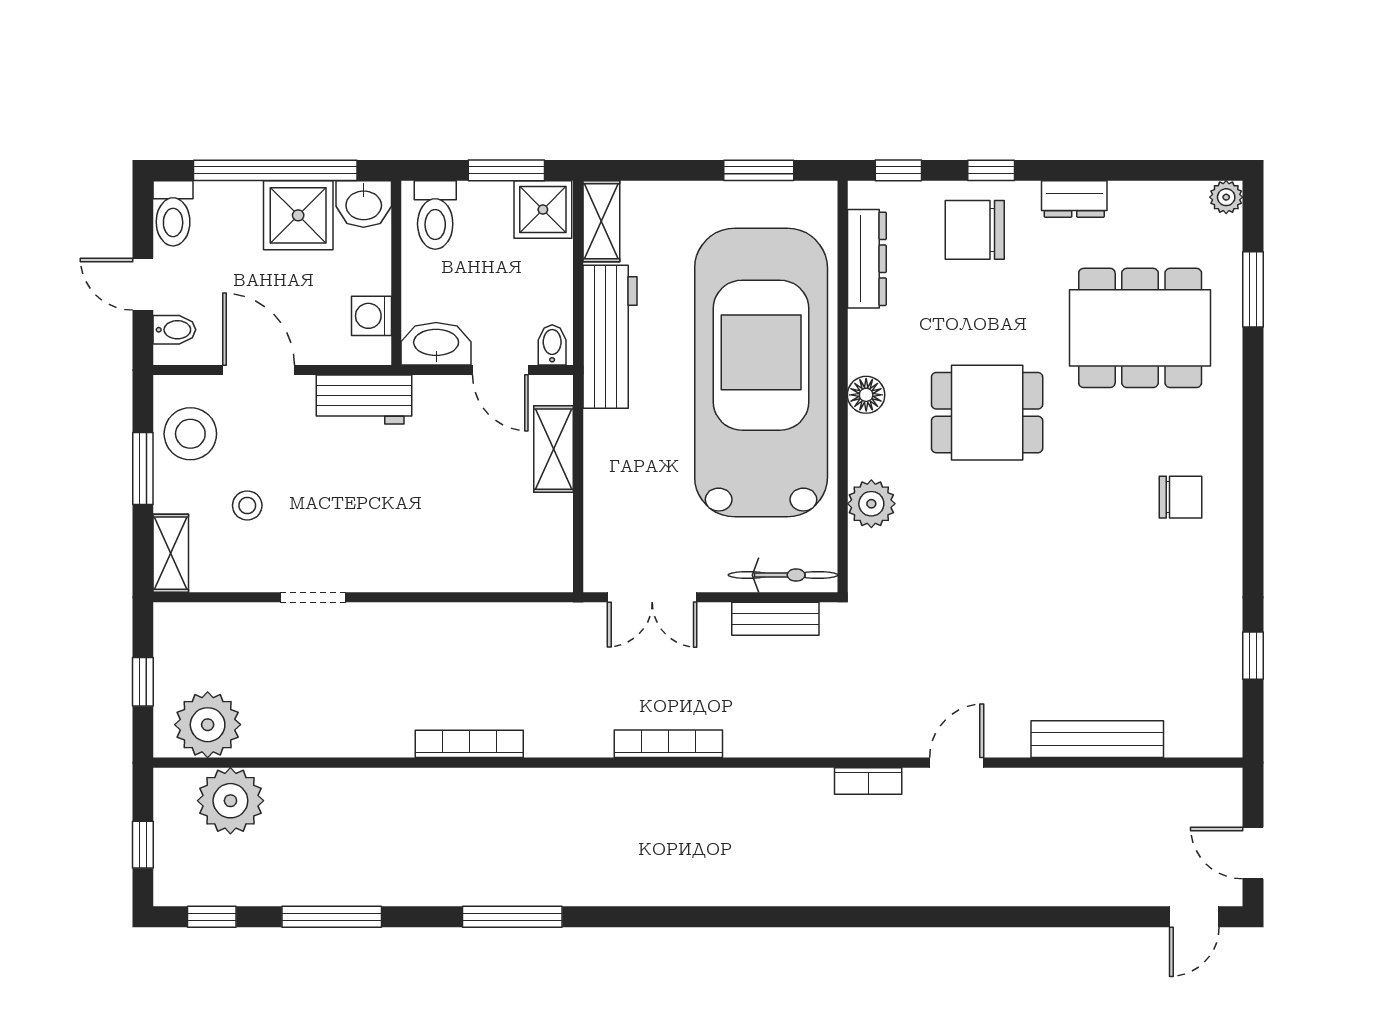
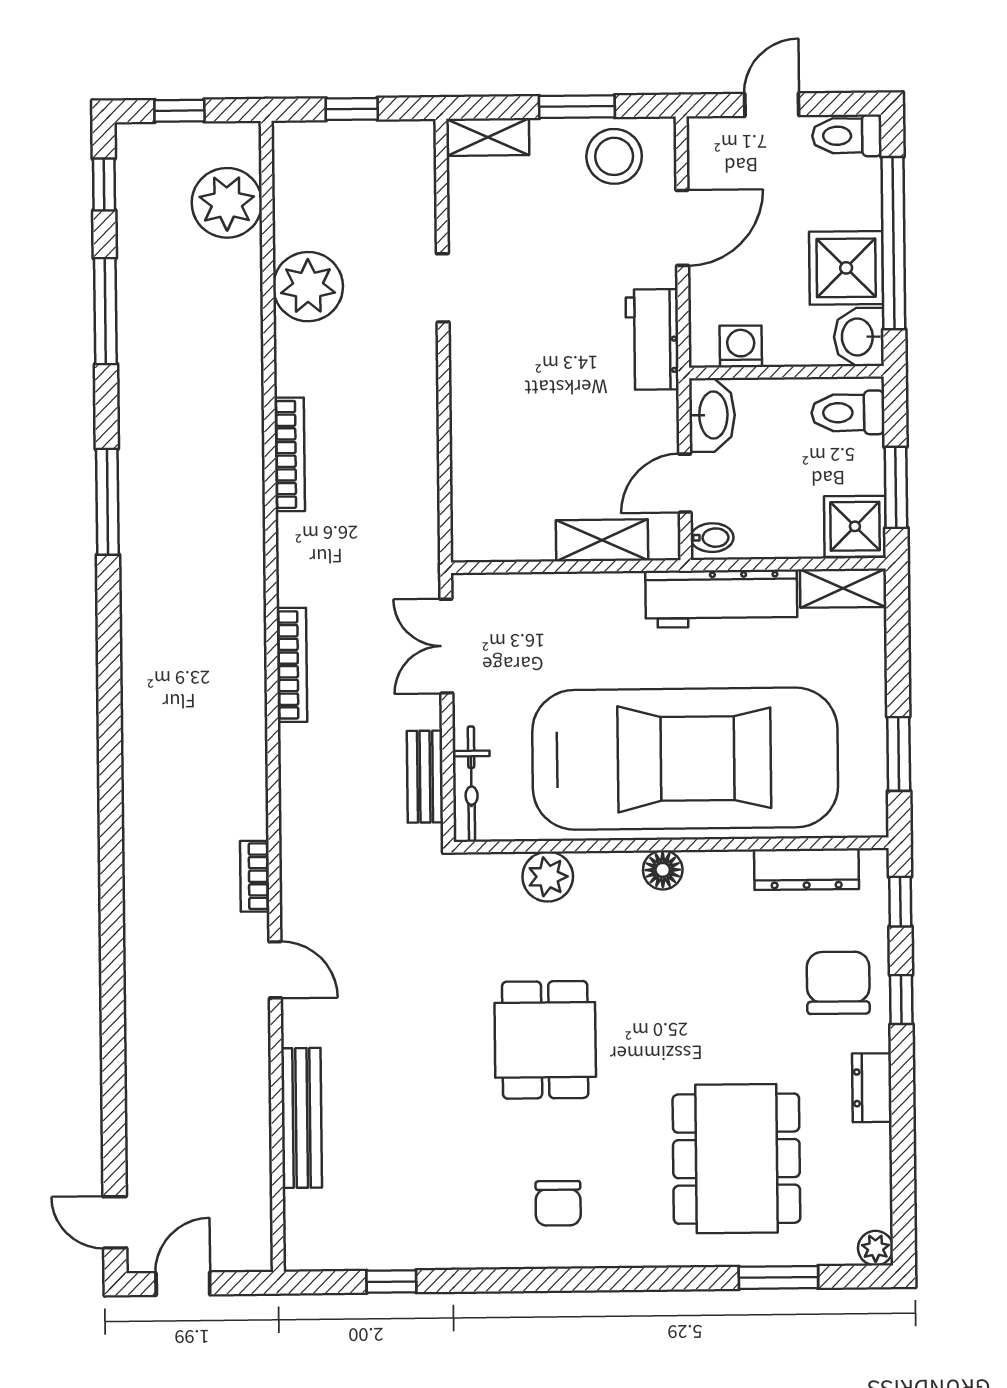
bidet: (174, 330) -> (724, 138), removed
dining table: (987, 413) -> (545, 1040), moved
stool: (247, 505) -> (539, 217), removed
plant: (208, 725) -> (308, 287), moved

